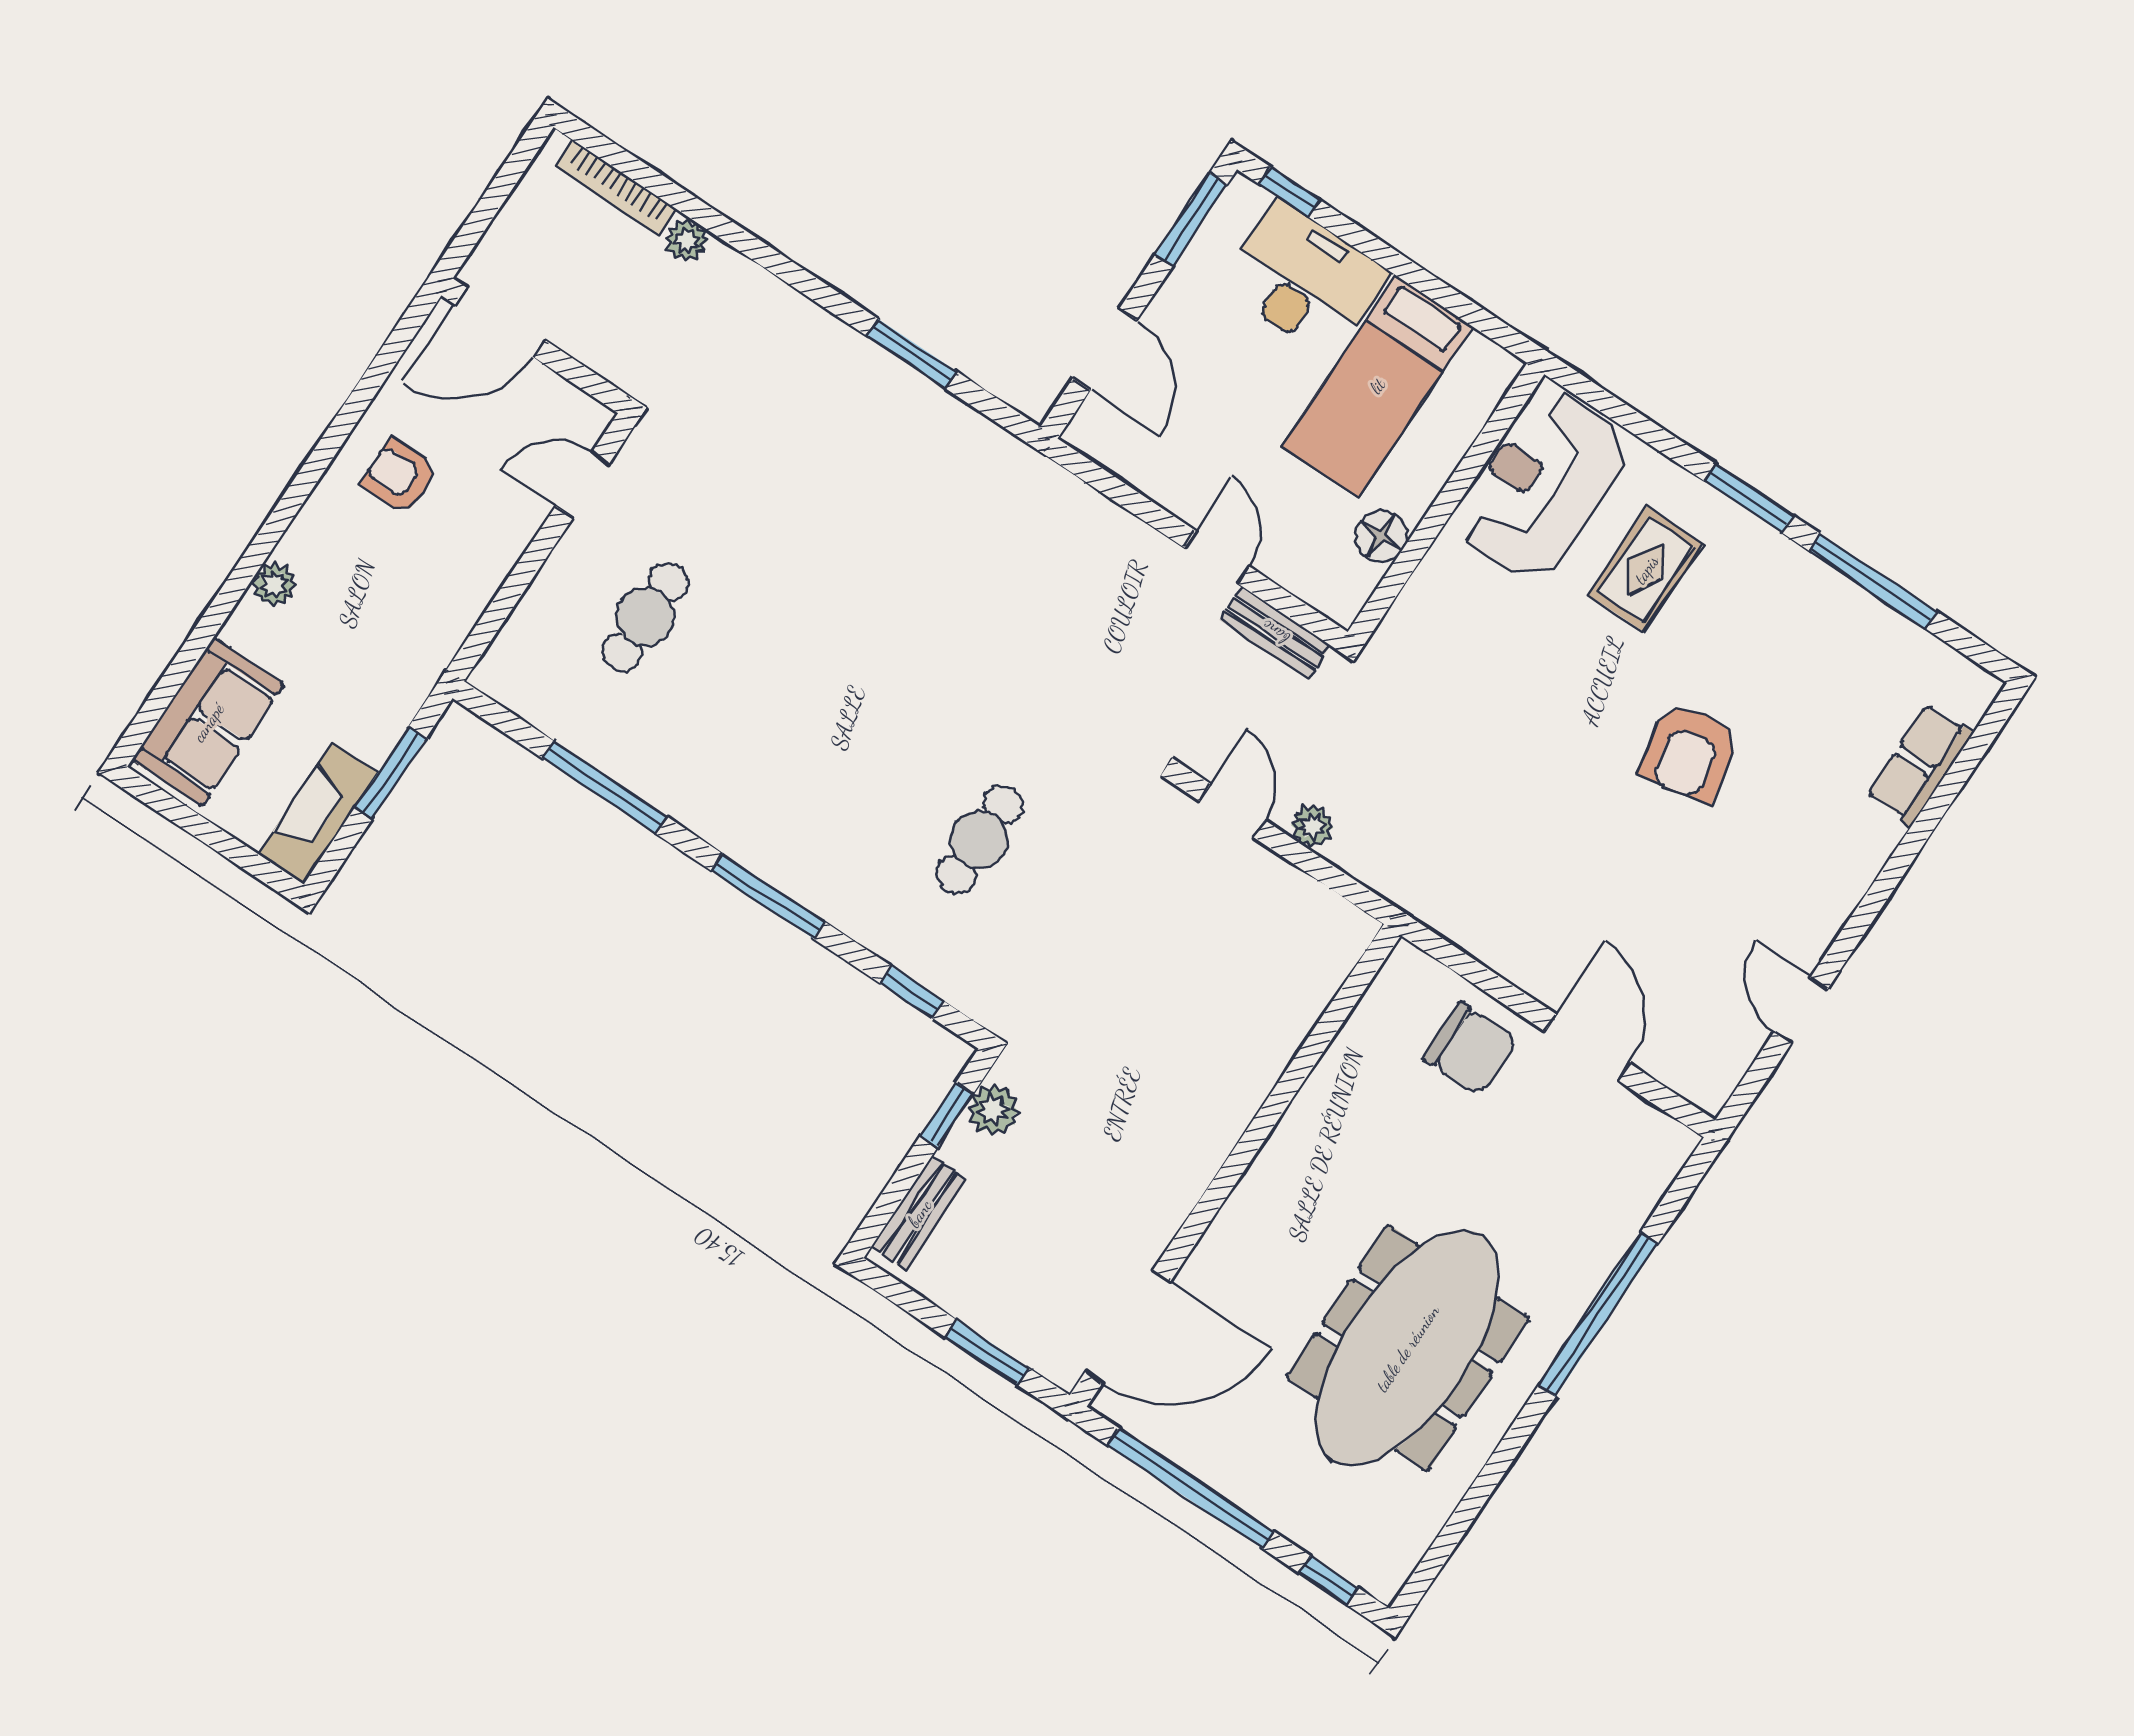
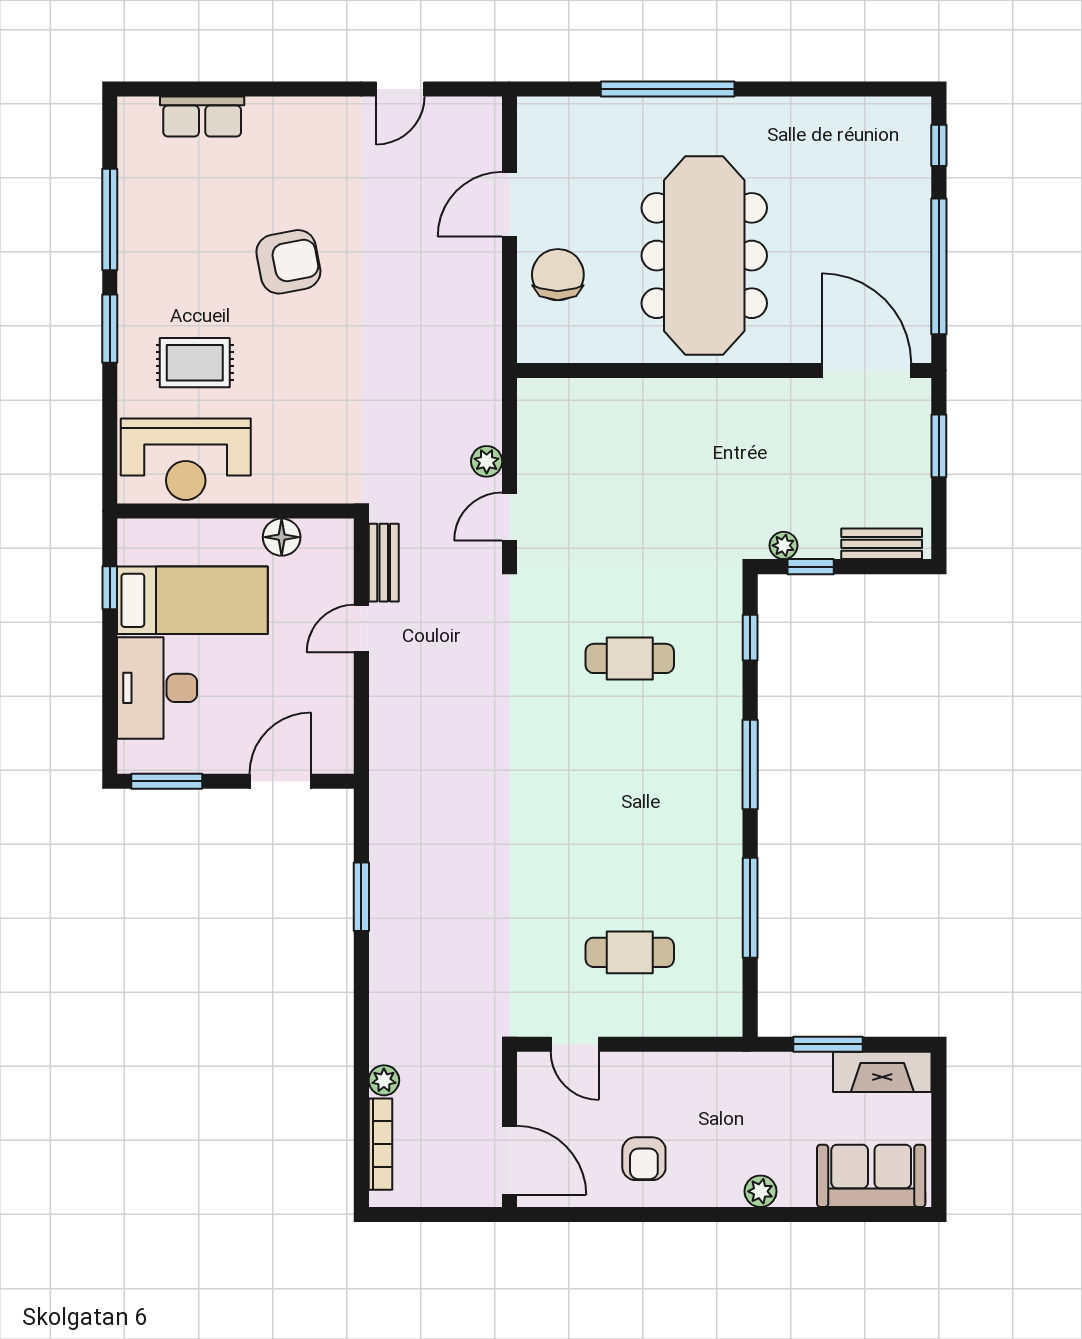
window: (1289, 192) -> (110, 588), moved
plant: (993, 1110) -> (784, 545), width x0.73, depth x0.73
meeting table: (1407, 1348) -> (704, 256), moved, turned 90

